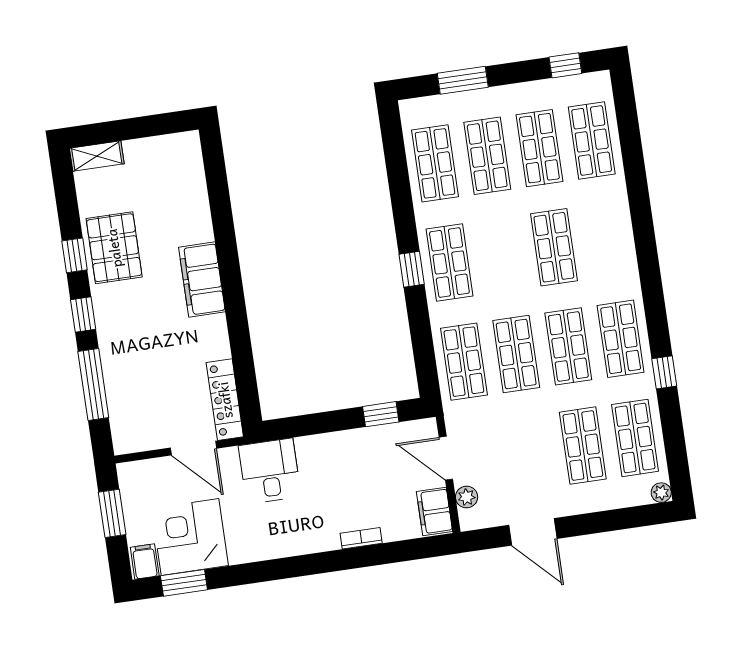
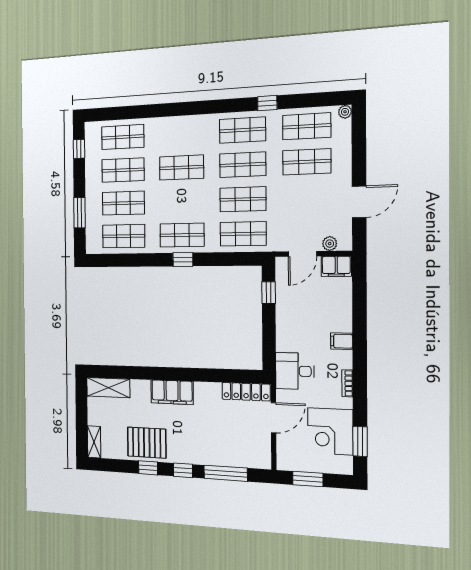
shelving: (189, 169) -> (108, 388), added
bookcase: (361, 538) -> (347, 383), moved
filing cabinet: (145, 561) -> (342, 341), moved

